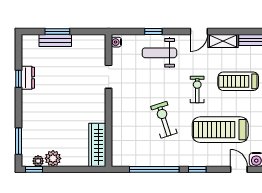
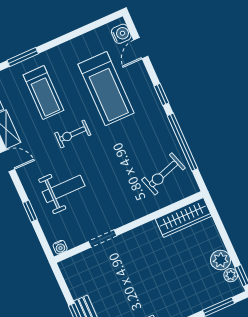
weight bench: (159, 53) -> (64, 189), moved, turned -90
exercise bike: (164, 120) -> (163, 174), moved

